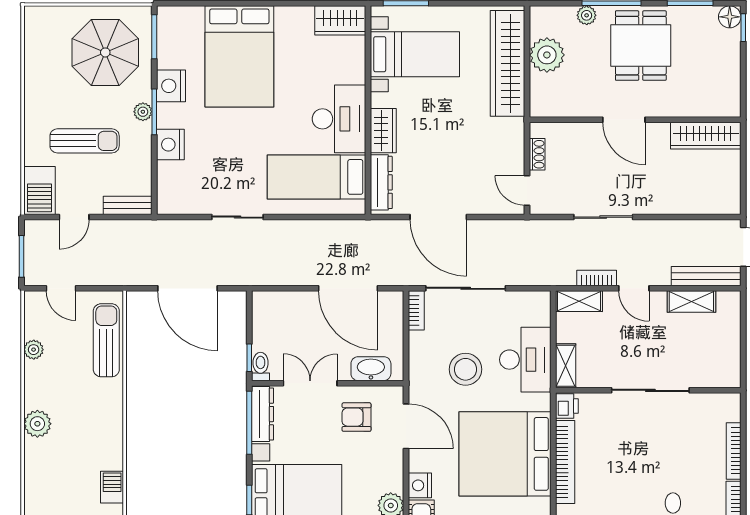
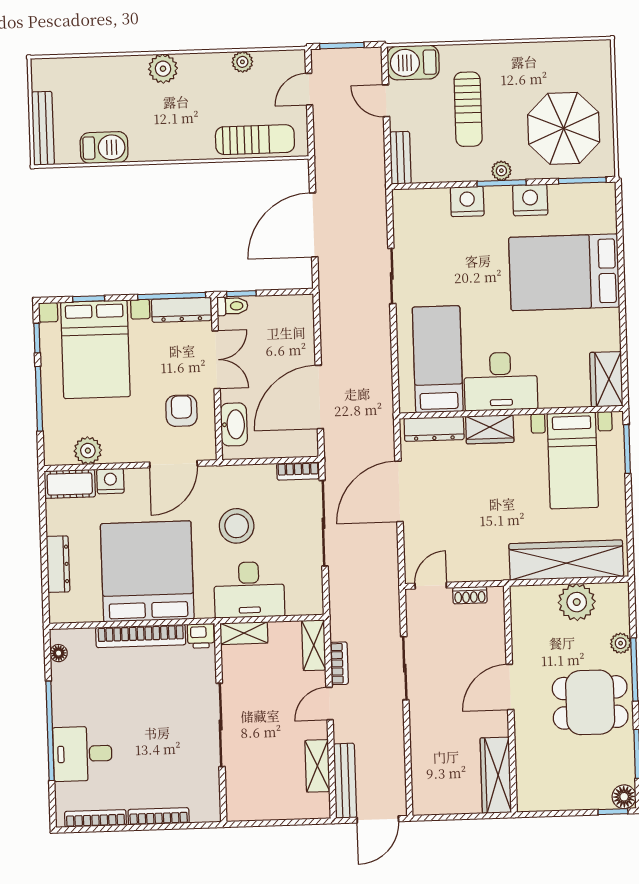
barbecue: (112, 487) -> (104, 148), width x1.38, depth x1.27

